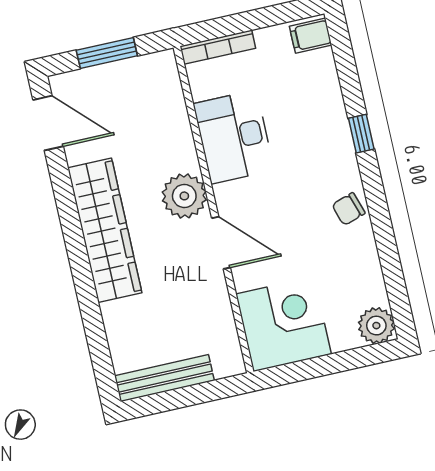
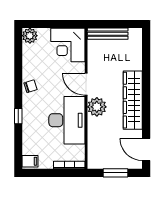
desk: (234, 137) -> (67, 120), width x1.36, depth x1.30
bench: (164, 378) -> (108, 34), moved

